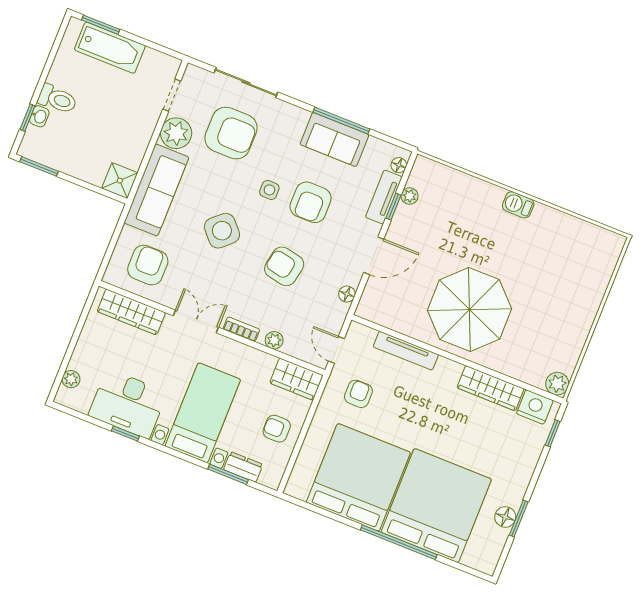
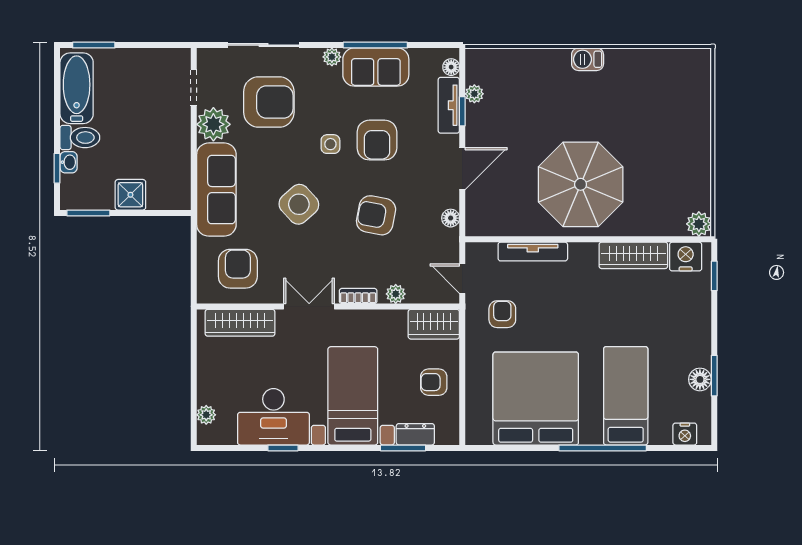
bathtub: (110, 48) -> (77, 88), moved, turned -90
plant: (300, 116) -> (332, 57), added
shower: (120, 181) -> (130, 195), moved
bed: (436, 506) -> (626, 396), width x0.49
nightstand: (474, 558) -> (685, 434), added

